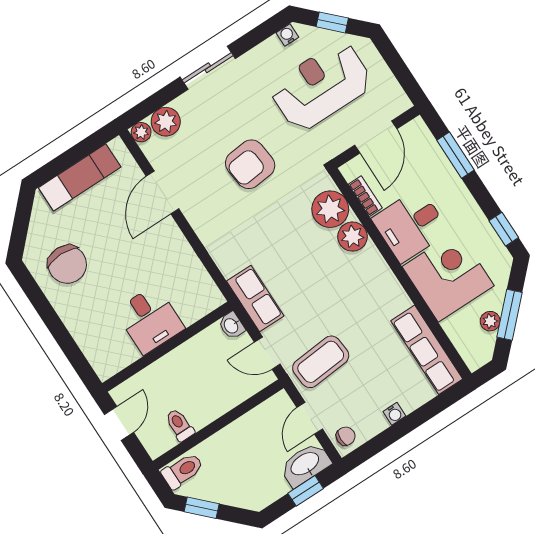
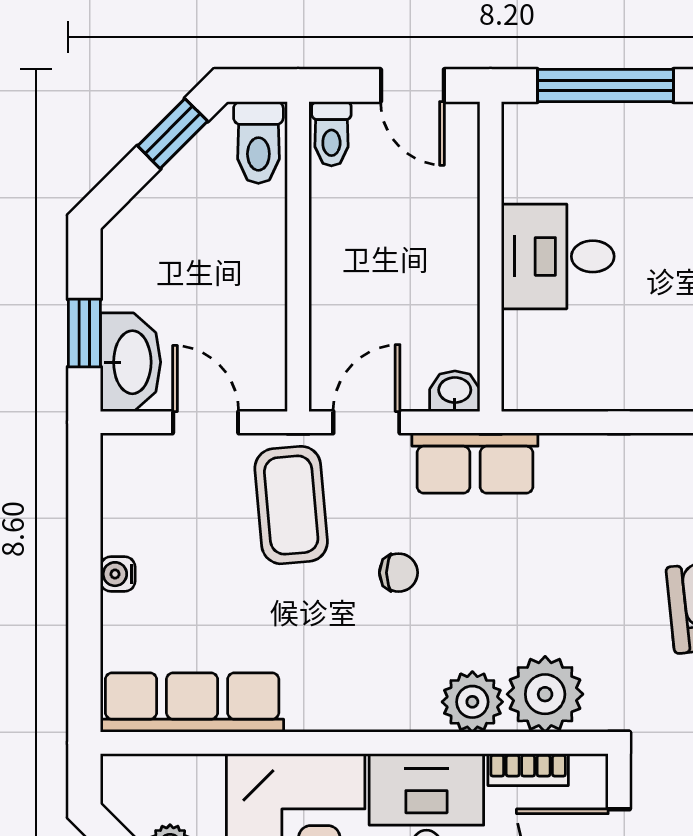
window: (68, 345) -> (605, 86), added
toilet: (180, 425) -> (331, 134), moved, turned 90
chair: (346, 436) -> (399, 573), moved, turned -90

